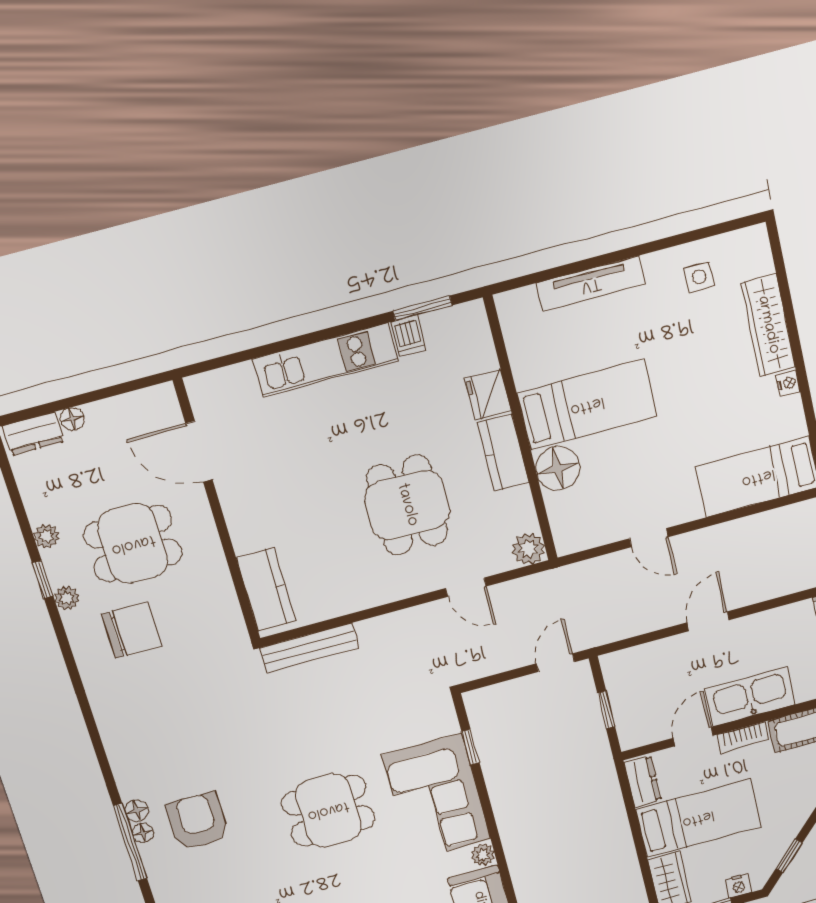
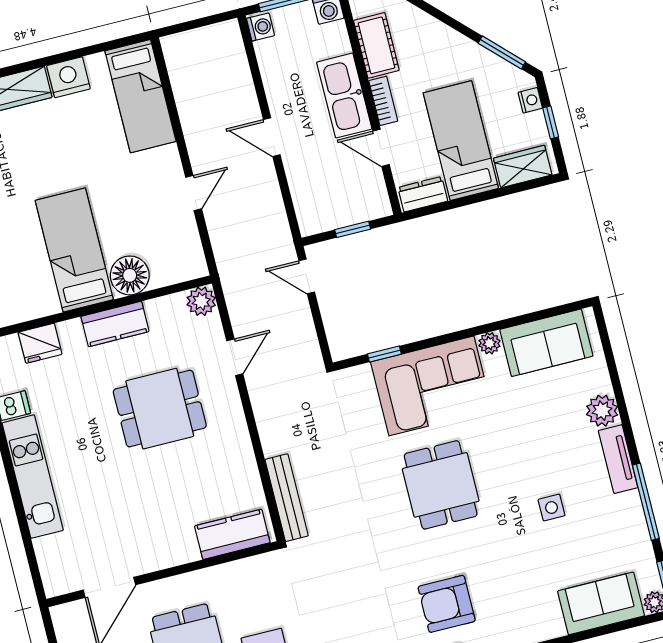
nightstand: (788, 383) -> (68, 77), width x1.89, depth x1.79
fridge: (488, 395) -> (40, 343), moved
window: (789, 856) -> (502, 52), width x1.50

